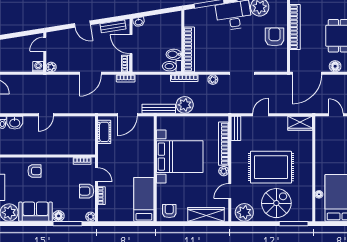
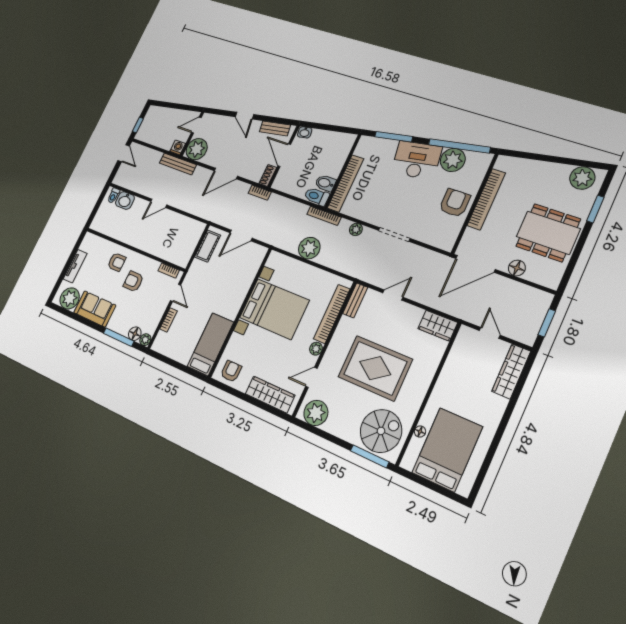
plant: (51, 67) -> (197, 149), width x1.88, depth x1.88
bench: (159, 109) -> (178, 164), moved
armchair: (87, 191) -> (133, 281), moved
spiral stairs: (276, 203) -> (381, 431), moved
floor lamp: (59, 216) -> (135, 334), moved

